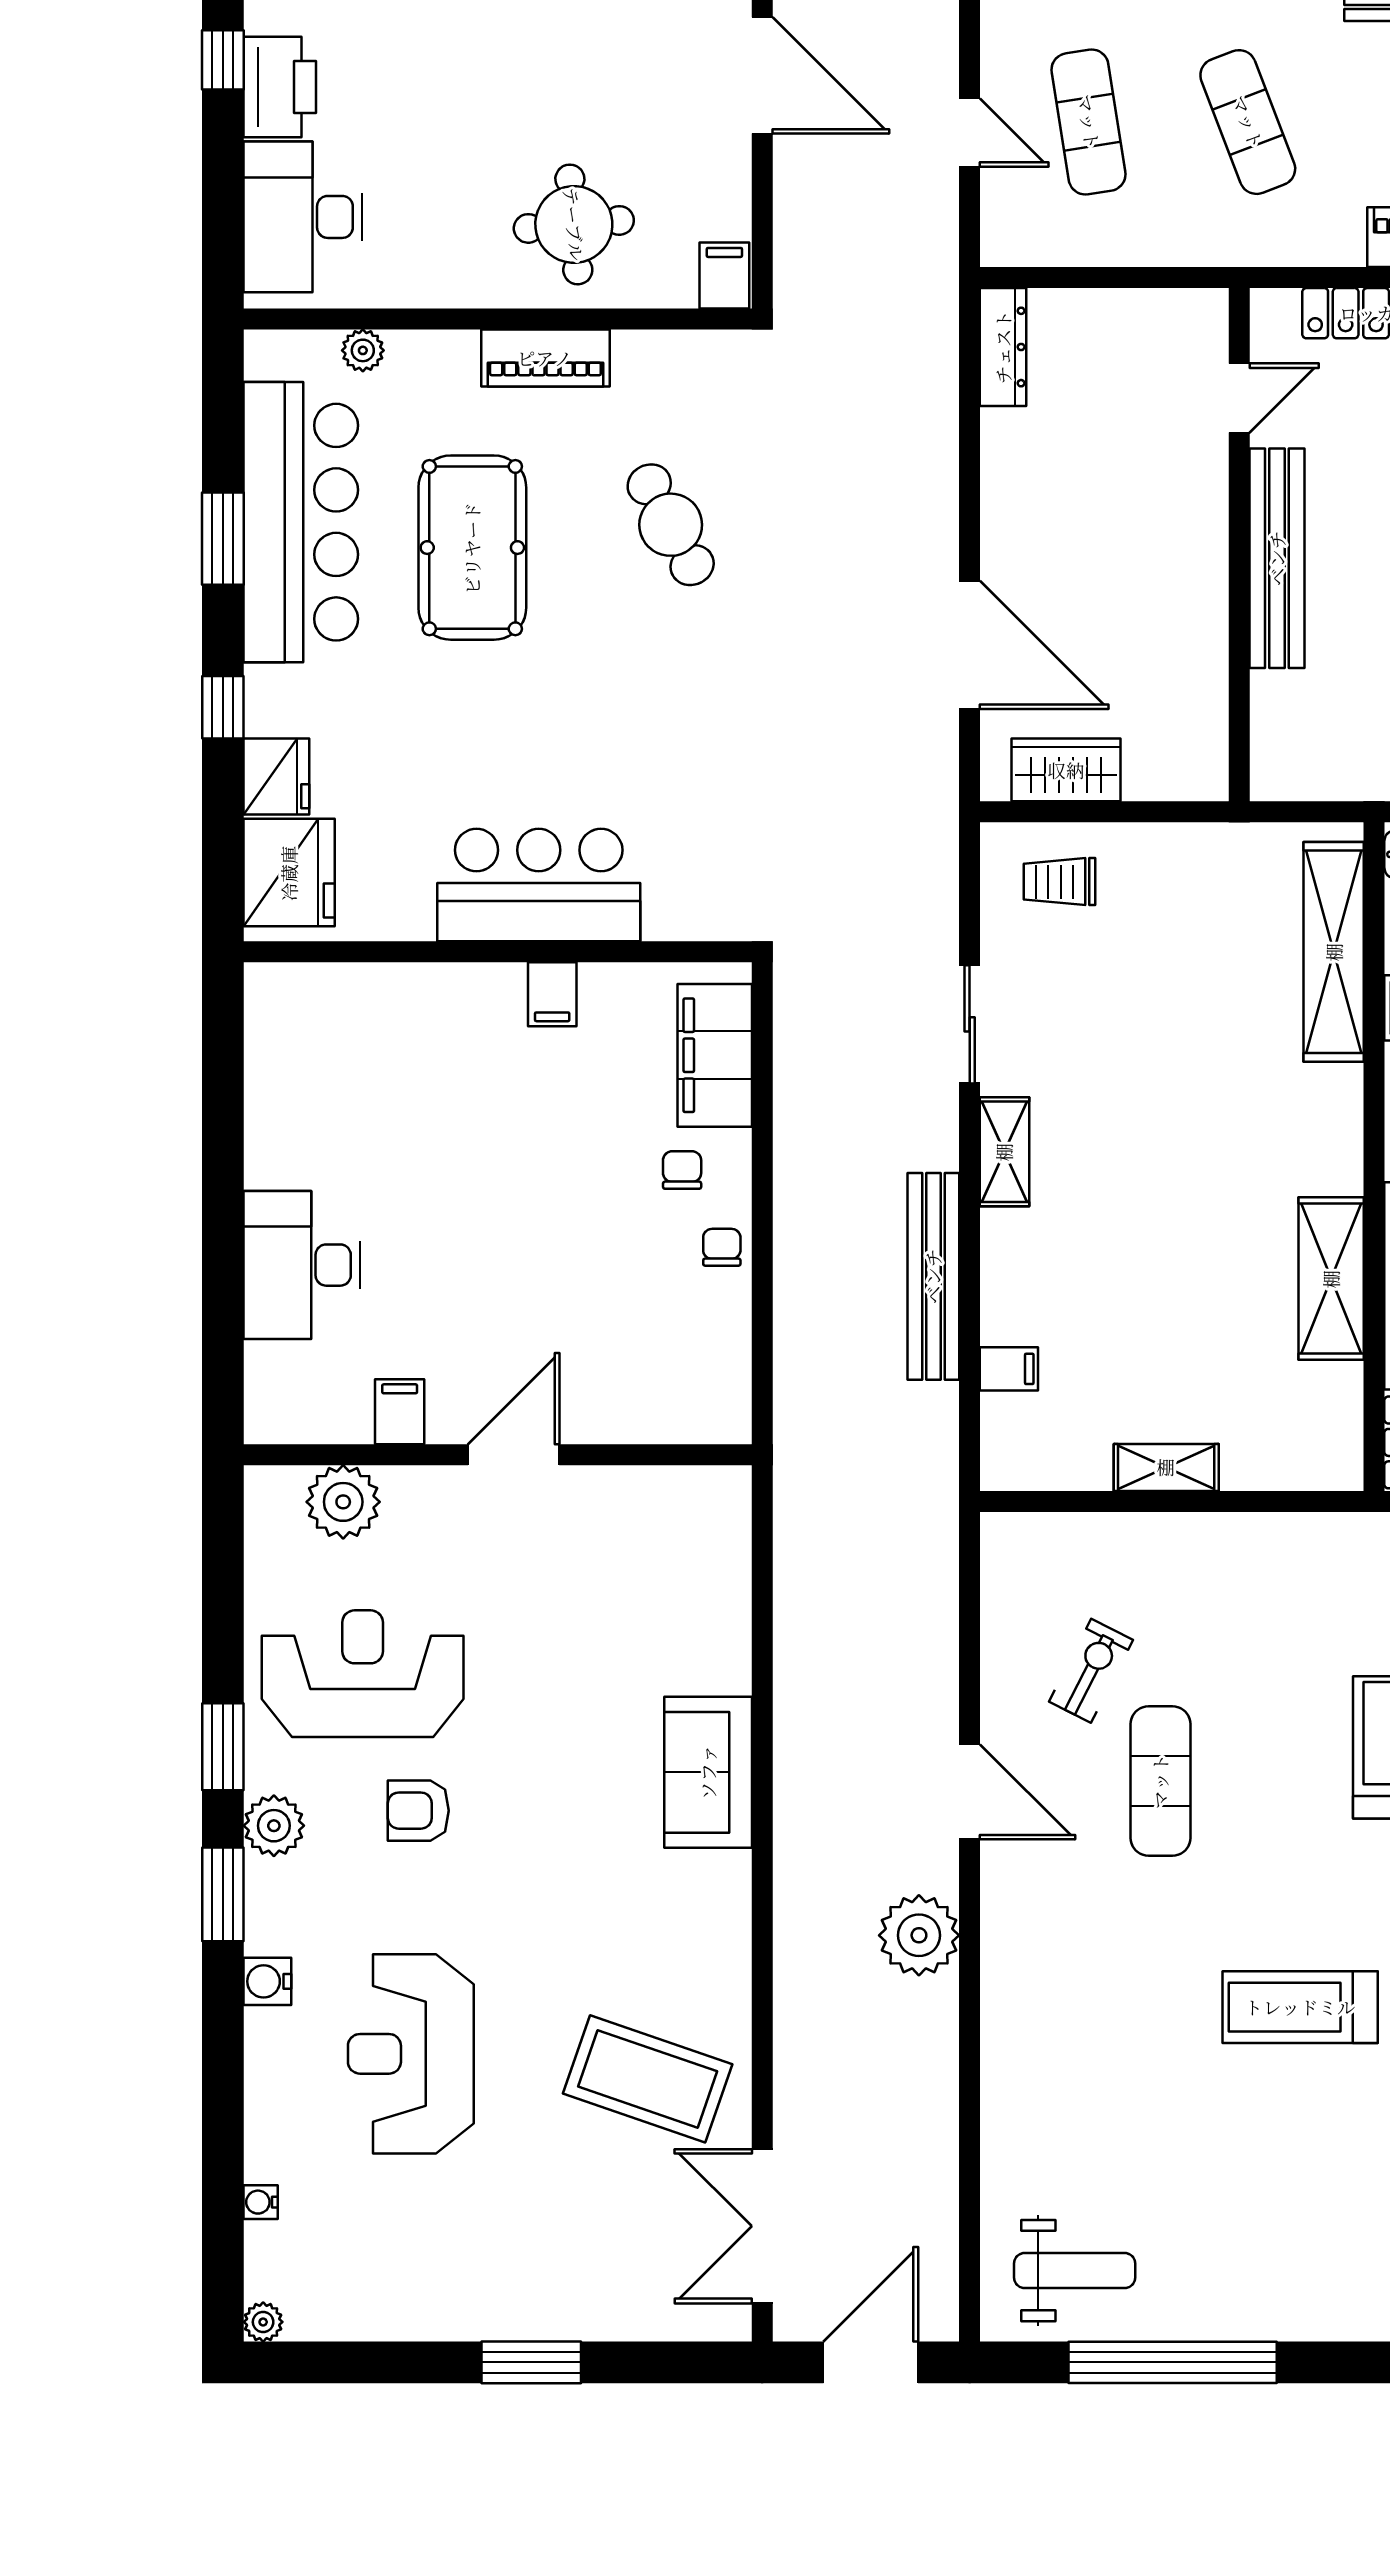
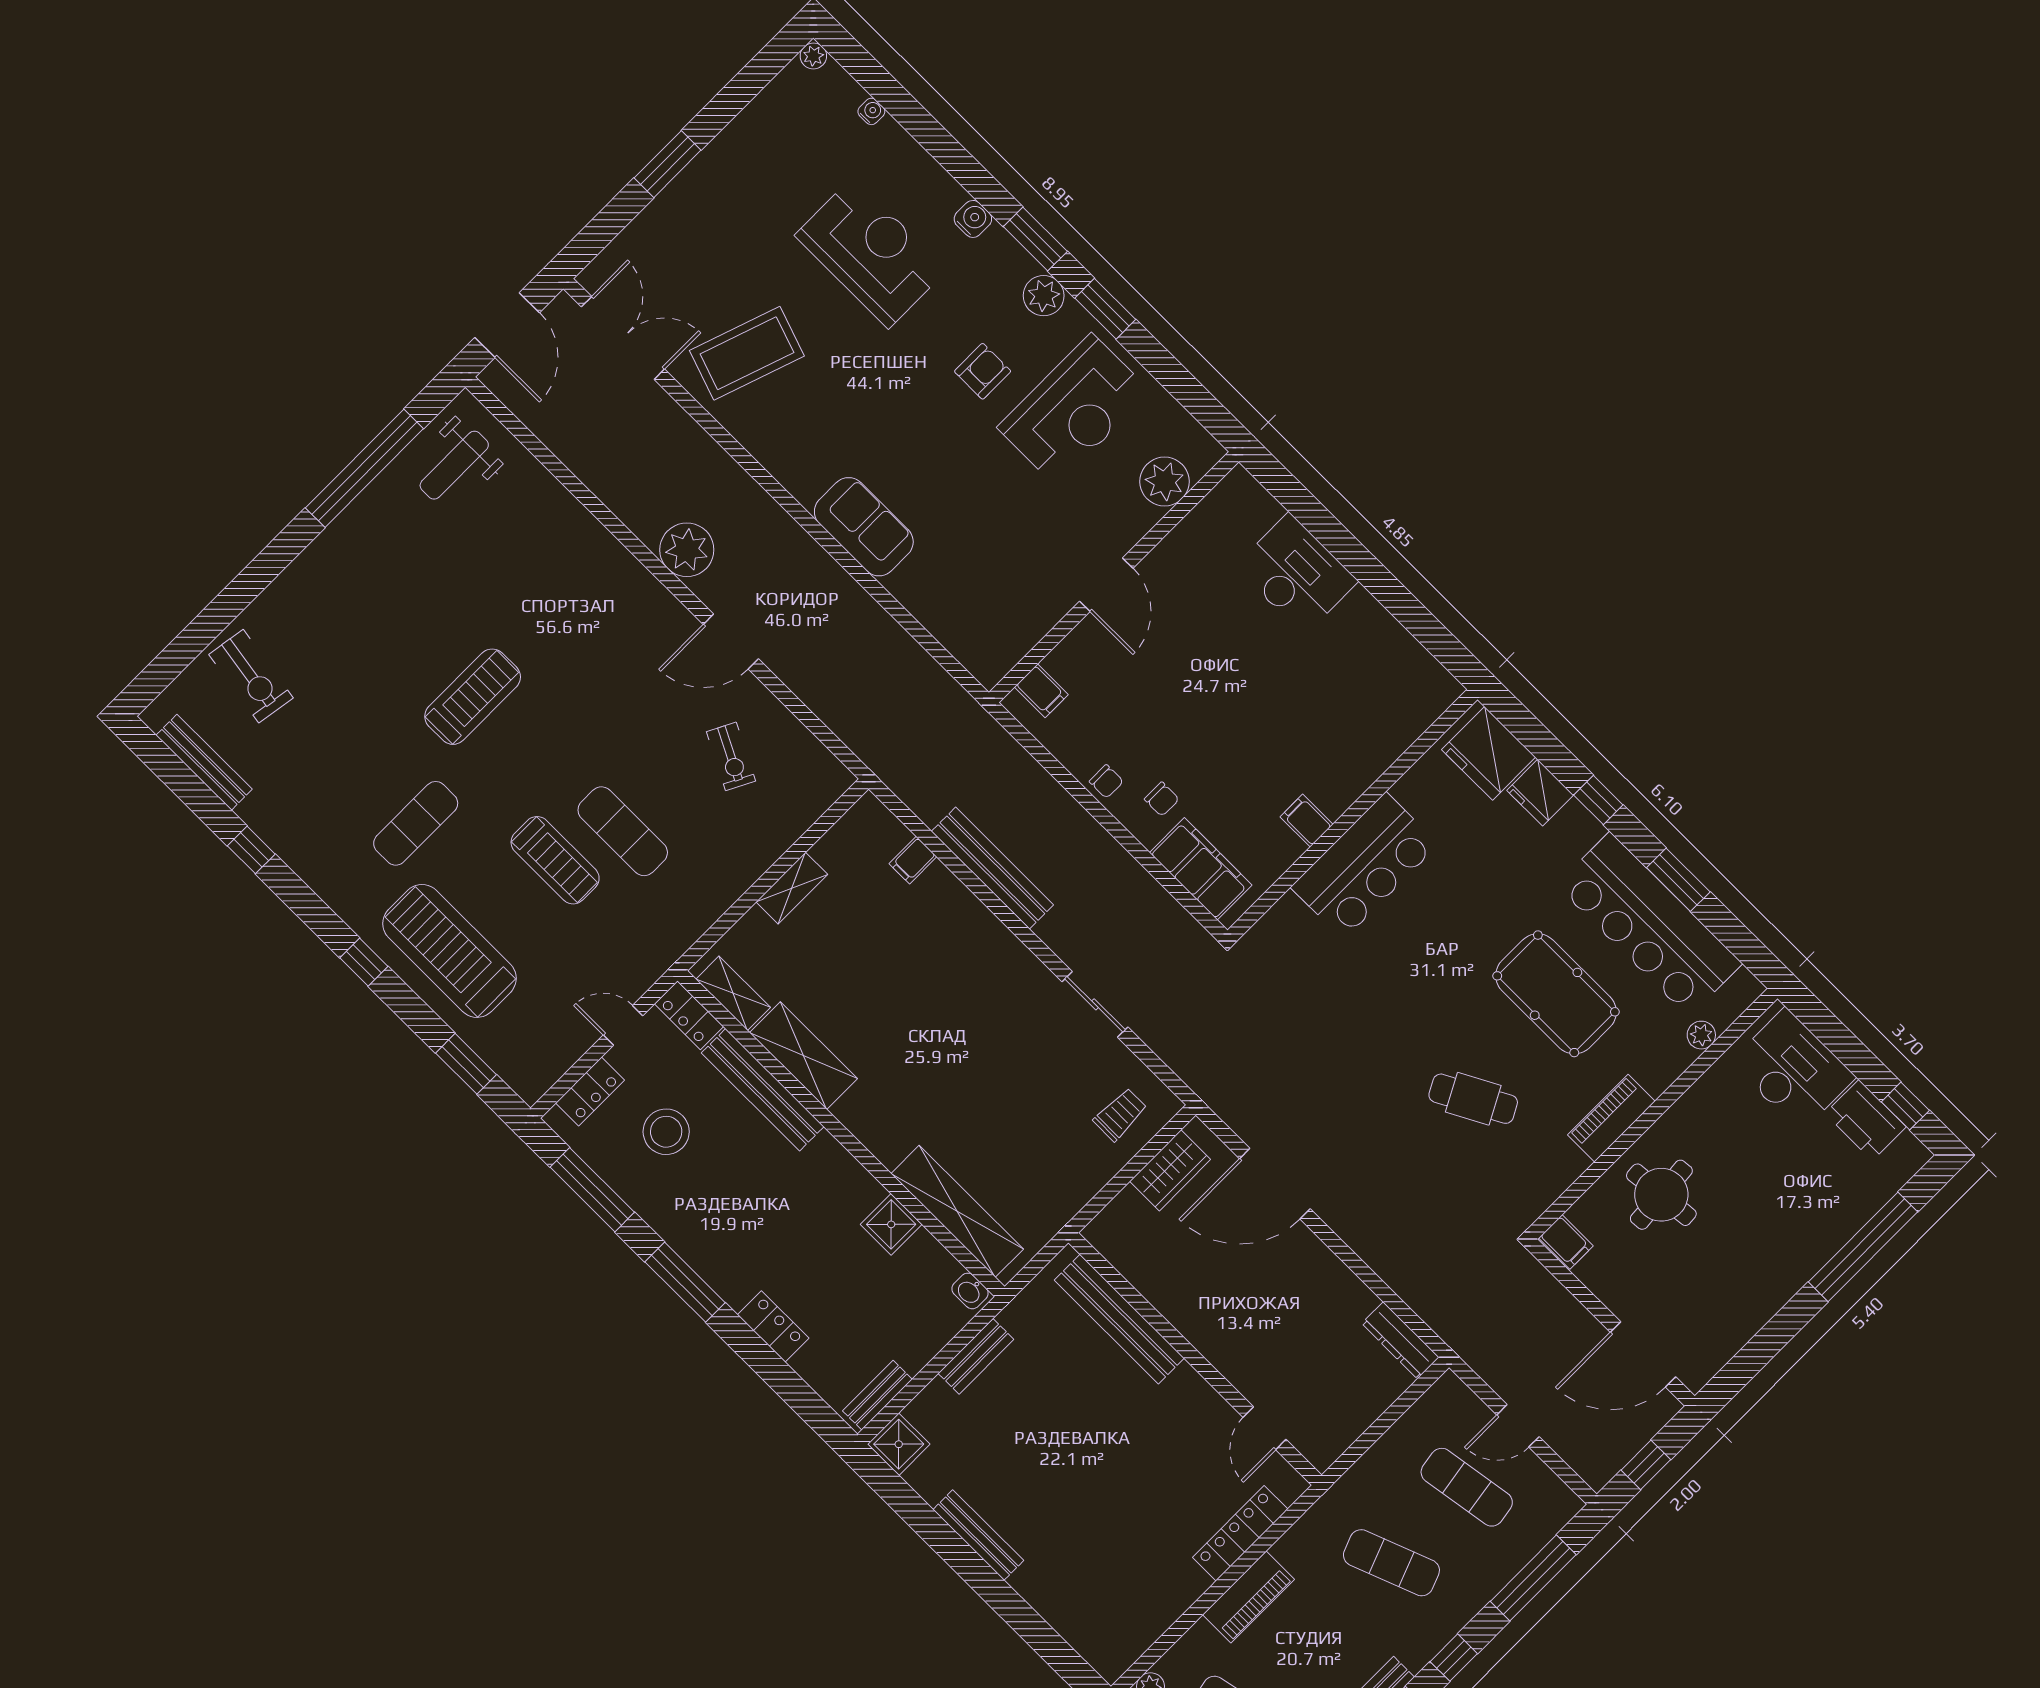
bench: (1277, 558) -> (1119, 1319), moved
shelving: (1004, 1152) -> (733, 993), moved
filing cabinet: (400, 1412) -> (1041, 691), moved
exercise mat: (1160, 1781) -> (623, 831), moved

